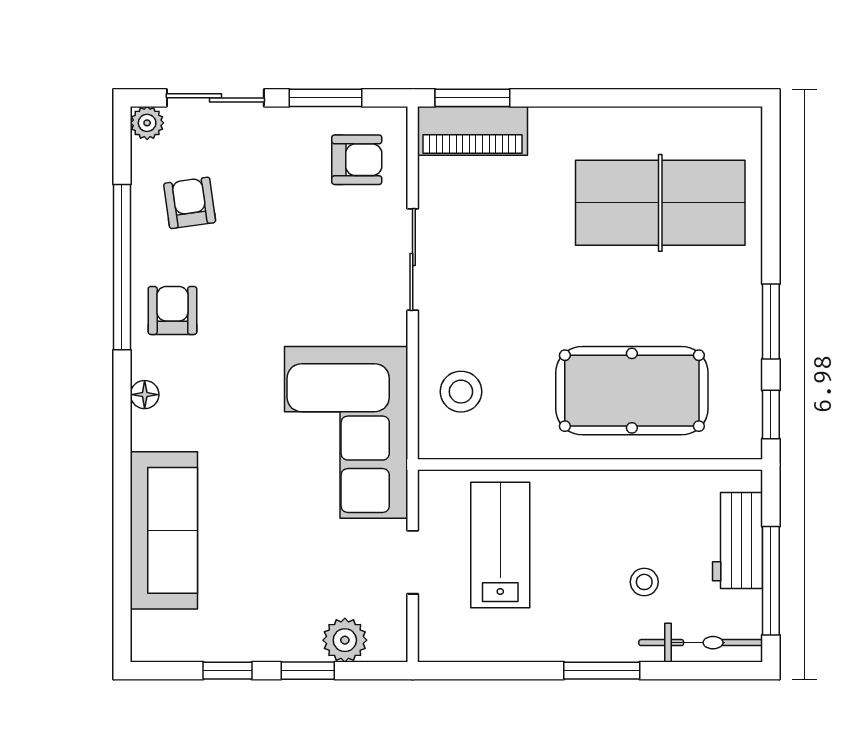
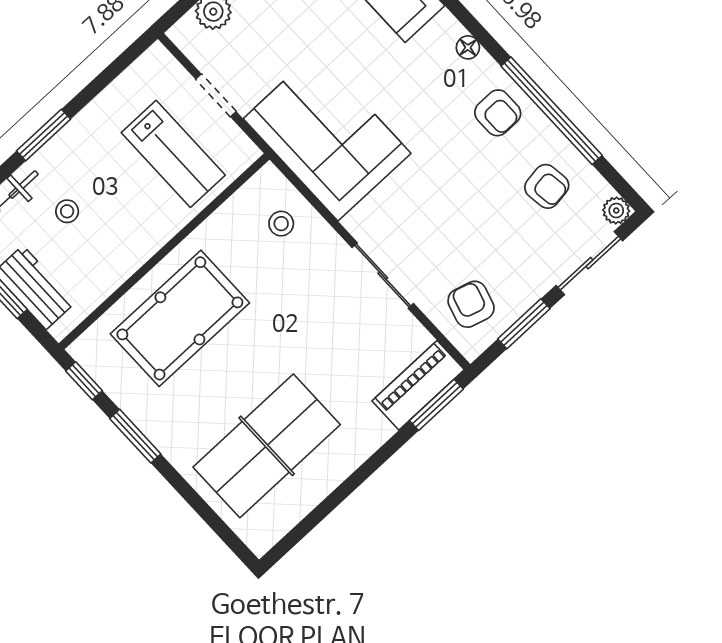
armchair: (357, 160) -> (471, 304), turned 106
stool: (461, 392) -> (281, 224), width x0.73, depth x0.73

